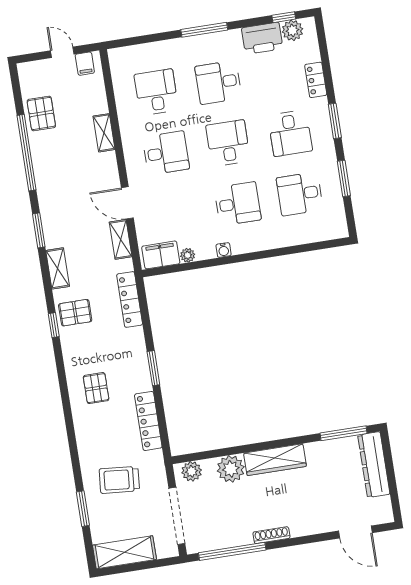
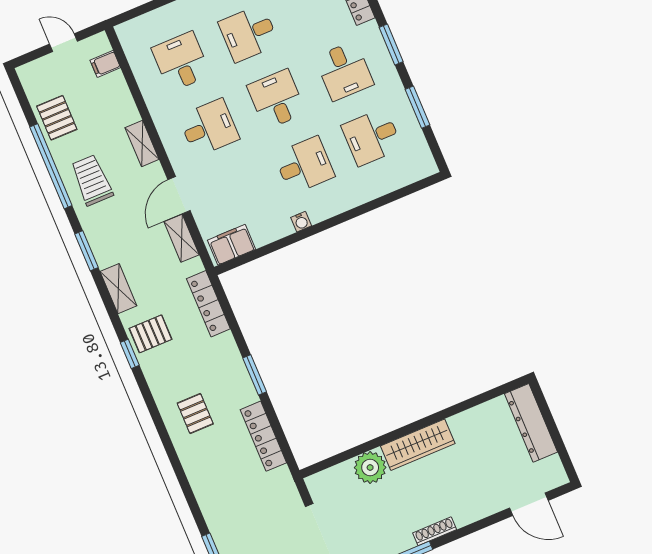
filing cabinet: (85, 64) -> (105, 64), moved, turned 90
shelving: (104, 133) -> (142, 143), moved
door: (127, 203) -> (179, 195), hinge flipped
plant: (188, 255) -> (262, 238), removed
window: (344, 433) -> (488, 396), removed
plant: (192, 471) -> (327, 481), removed
trolley: (119, 480) -> (92, 180), moved, turned 85

